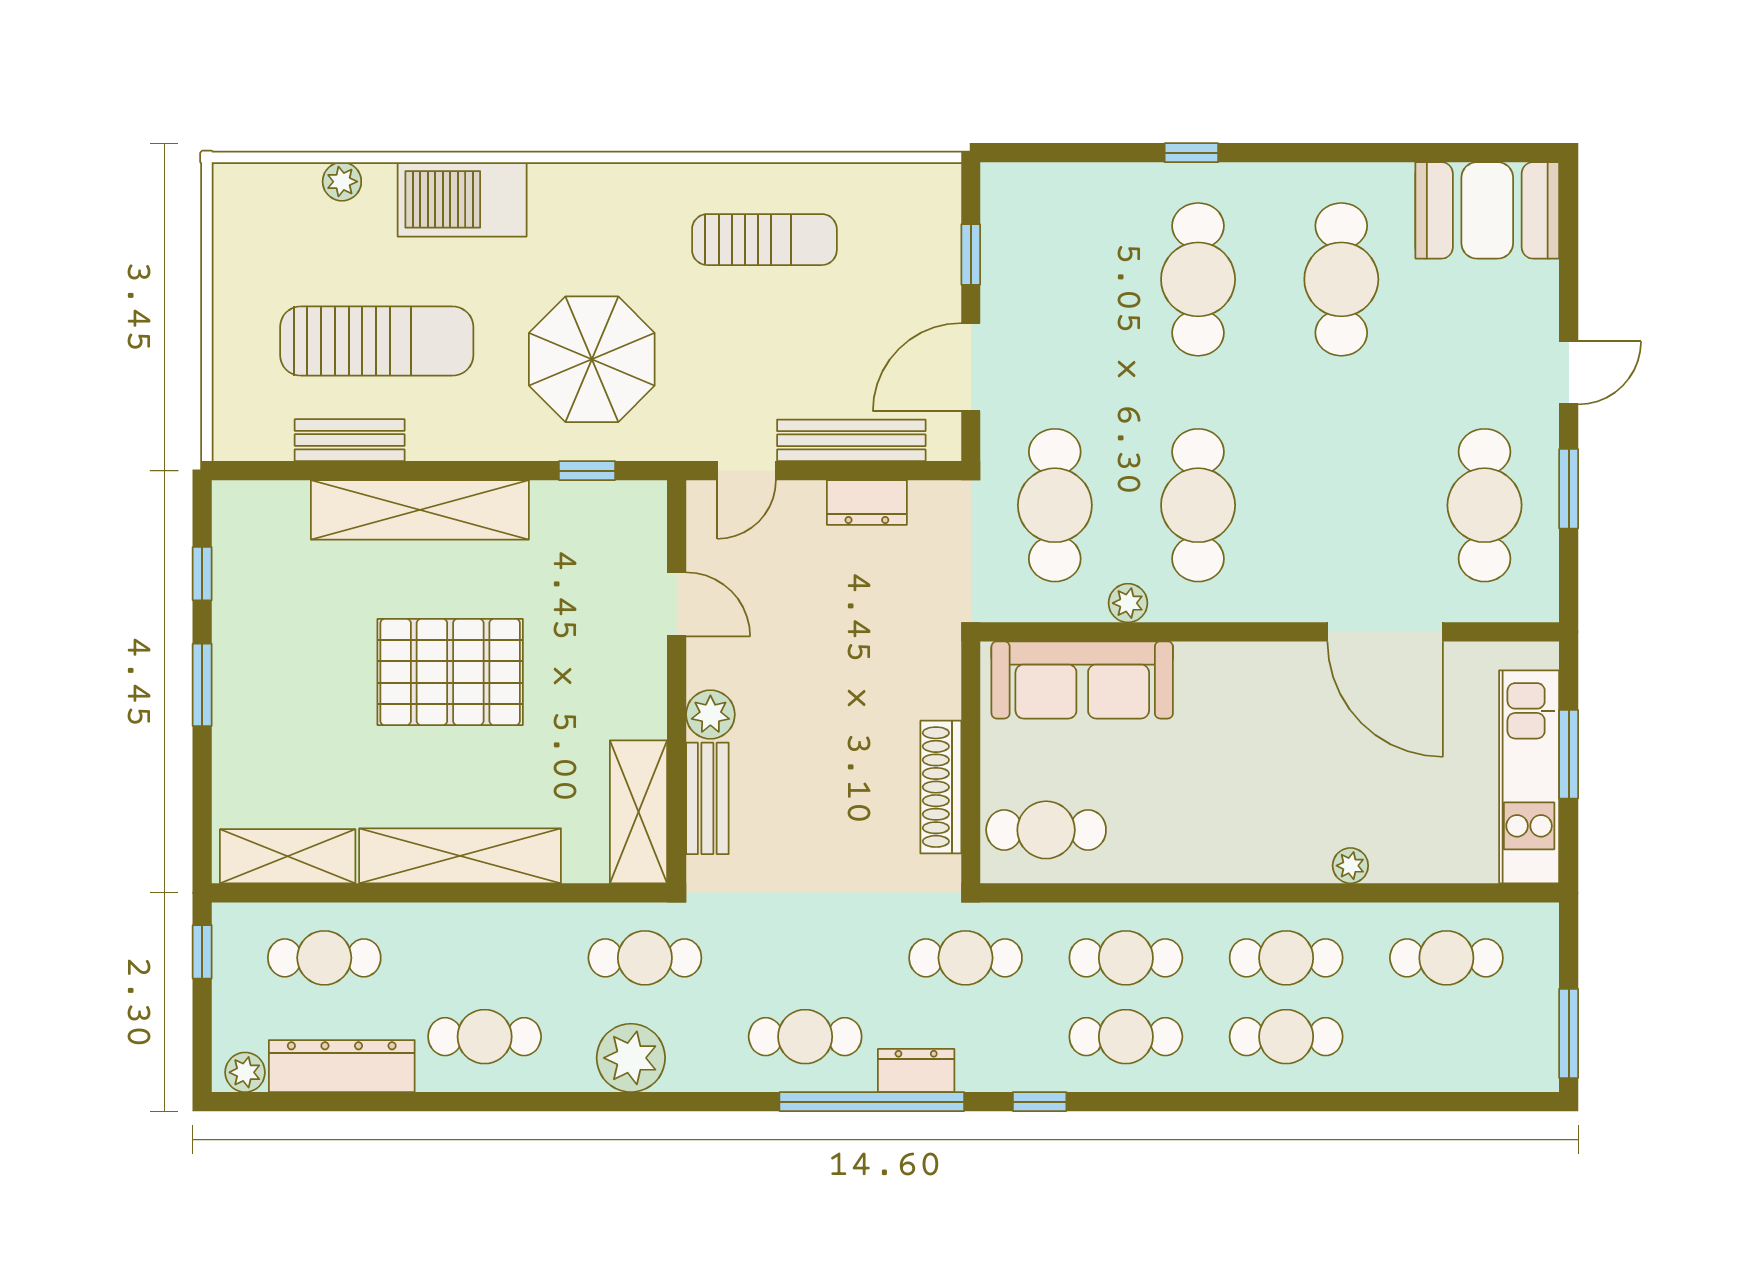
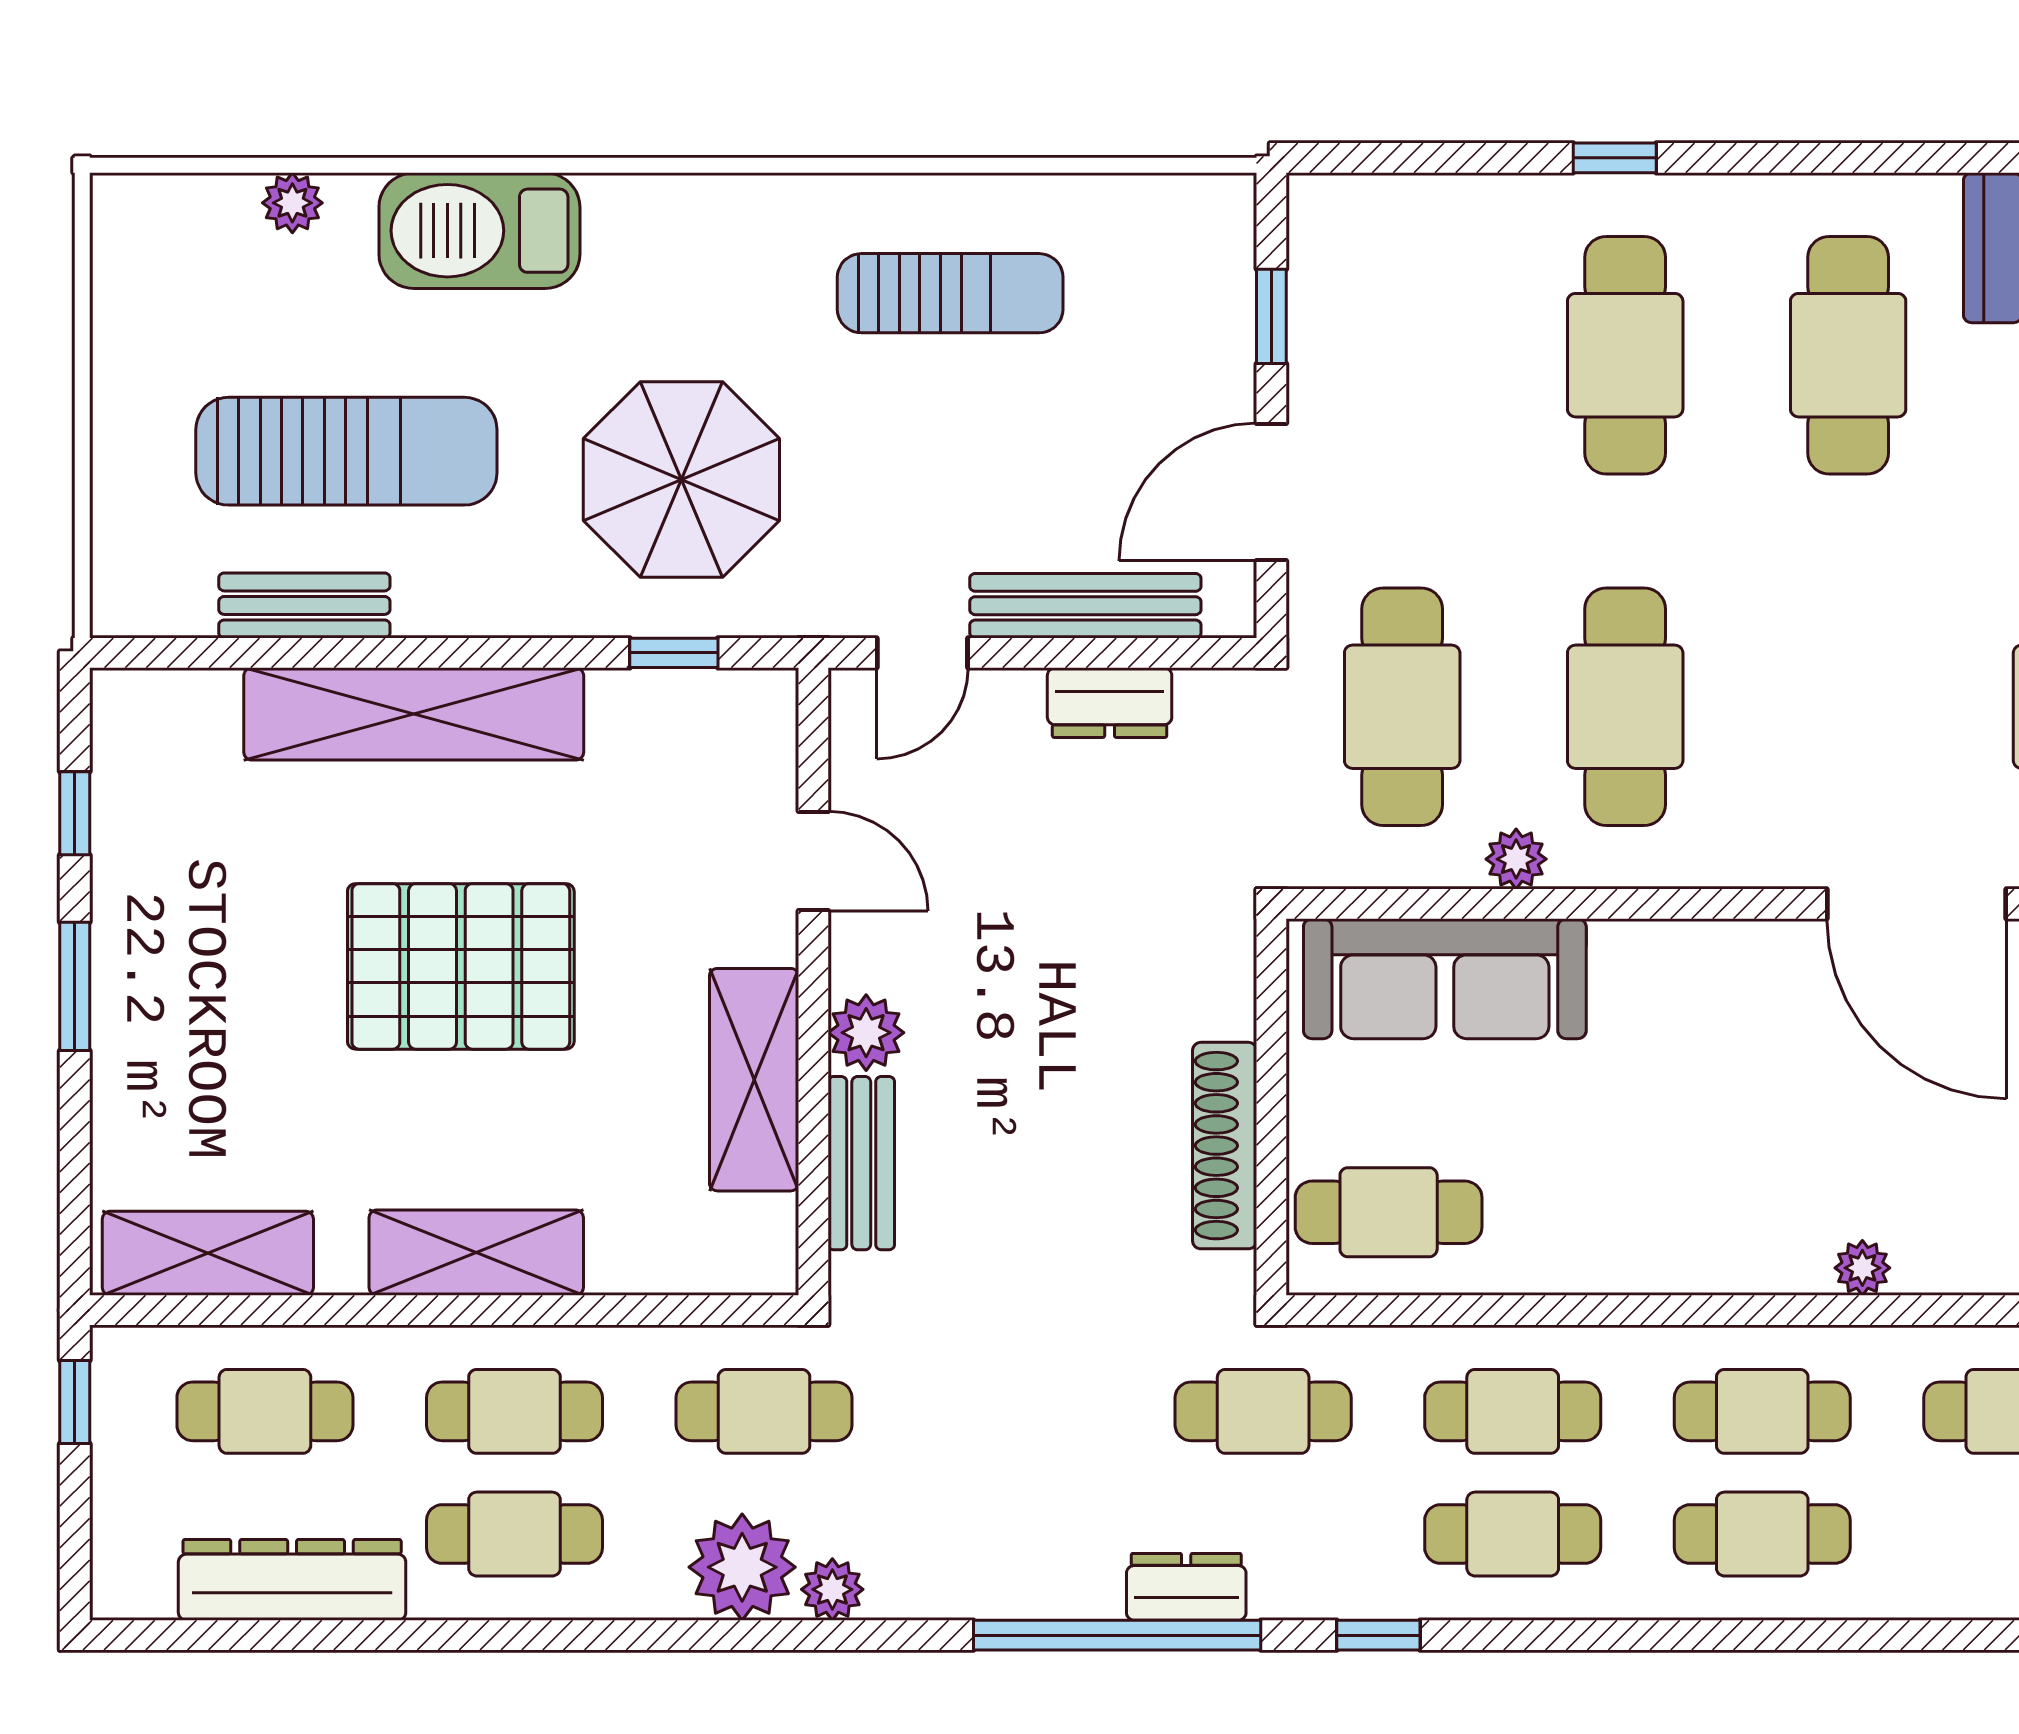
shelving: (638, 812) -> (754, 1080), moved
shelving: (460, 856) -> (476, 1253), width x0.68
cafe table: (805, 1037) -> (514, 1411), moved
plant: (245, 1072) -> (832, 1589), moved

